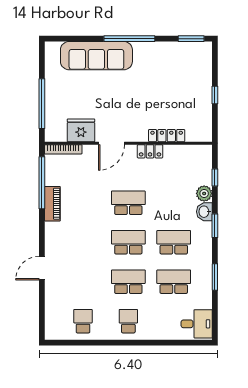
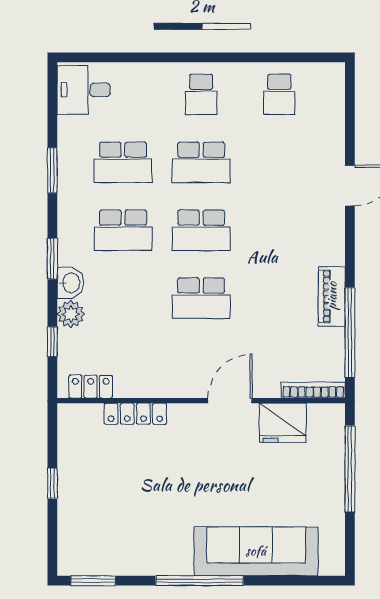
locker: (150, 151) -> (91, 387), moved

